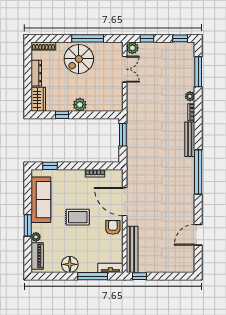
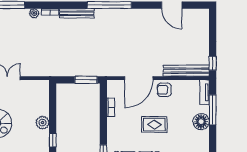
window: (123, 135) -> (86, 80), moved
rug: (78, 217) -> (154, 125), turned 90
floor lamp: (70, 264) -> (201, 122), moved

